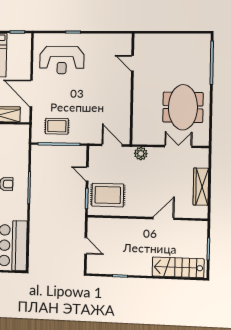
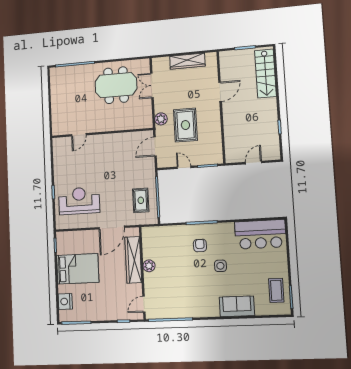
reception desk: (62, 60) -> (79, 201), turned -90
door: (87, 174) -> (184, 167), swing flipped
rug: (108, 195) -> (185, 125), moved
door: (164, 218) -> (220, 92), swing flipped

